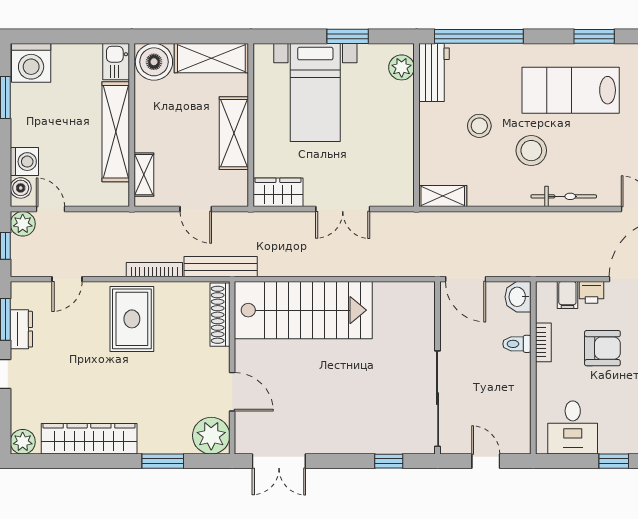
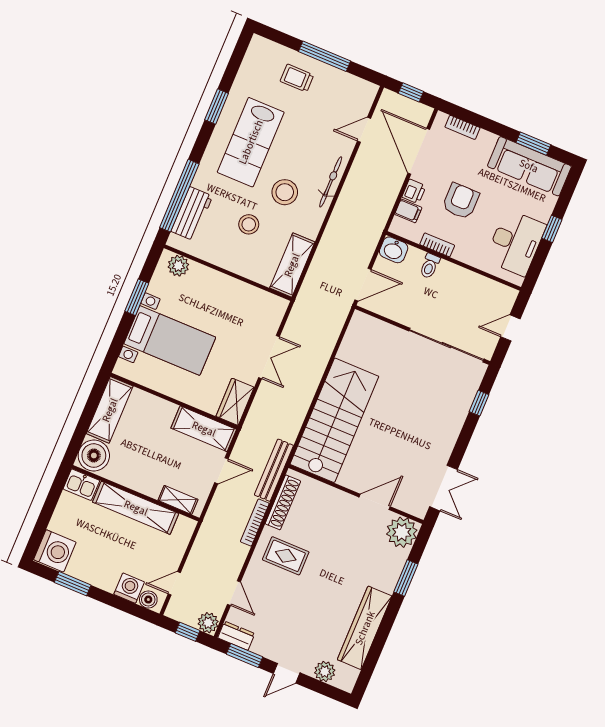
workbench: (434, 72) -> (192, 214), moved, turned 90
shelving: (234, 133) -> (204, 429), moved
shelving: (443, 196) -> (292, 265), width x1.50, depth x1.33
plant: (23, 224) -> (208, 623), moved
shoe rack: (220, 315) -> (283, 502), moved, turned -90
rug: (132, 319) -> (286, 556), width x0.73, depth x0.70
dresser: (21, 329) -> (236, 636), moved
desk: (573, 427) -> (515, 243), width x1.37
plant: (23, 442) -> (325, 671), moved

